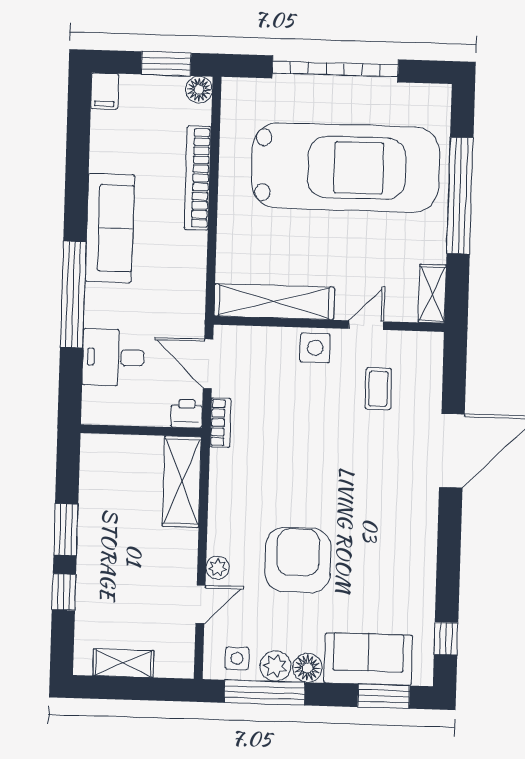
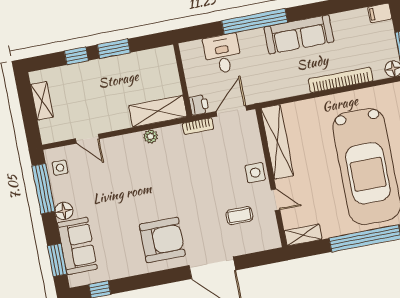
armchair: (298, 560) -> (162, 240), moved
plant: (218, 568) -> (151, 136), moved
plant: (275, 666) -> (61, 192), removed

